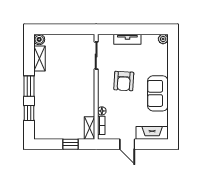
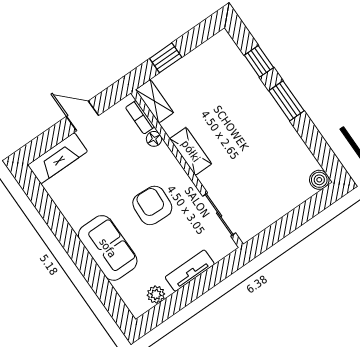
plant: (163, 39) -> (156, 295), moved
shelving: (39, 58) -> (191, 151), moved
sofa: (158, 93) -> (108, 248), moved

